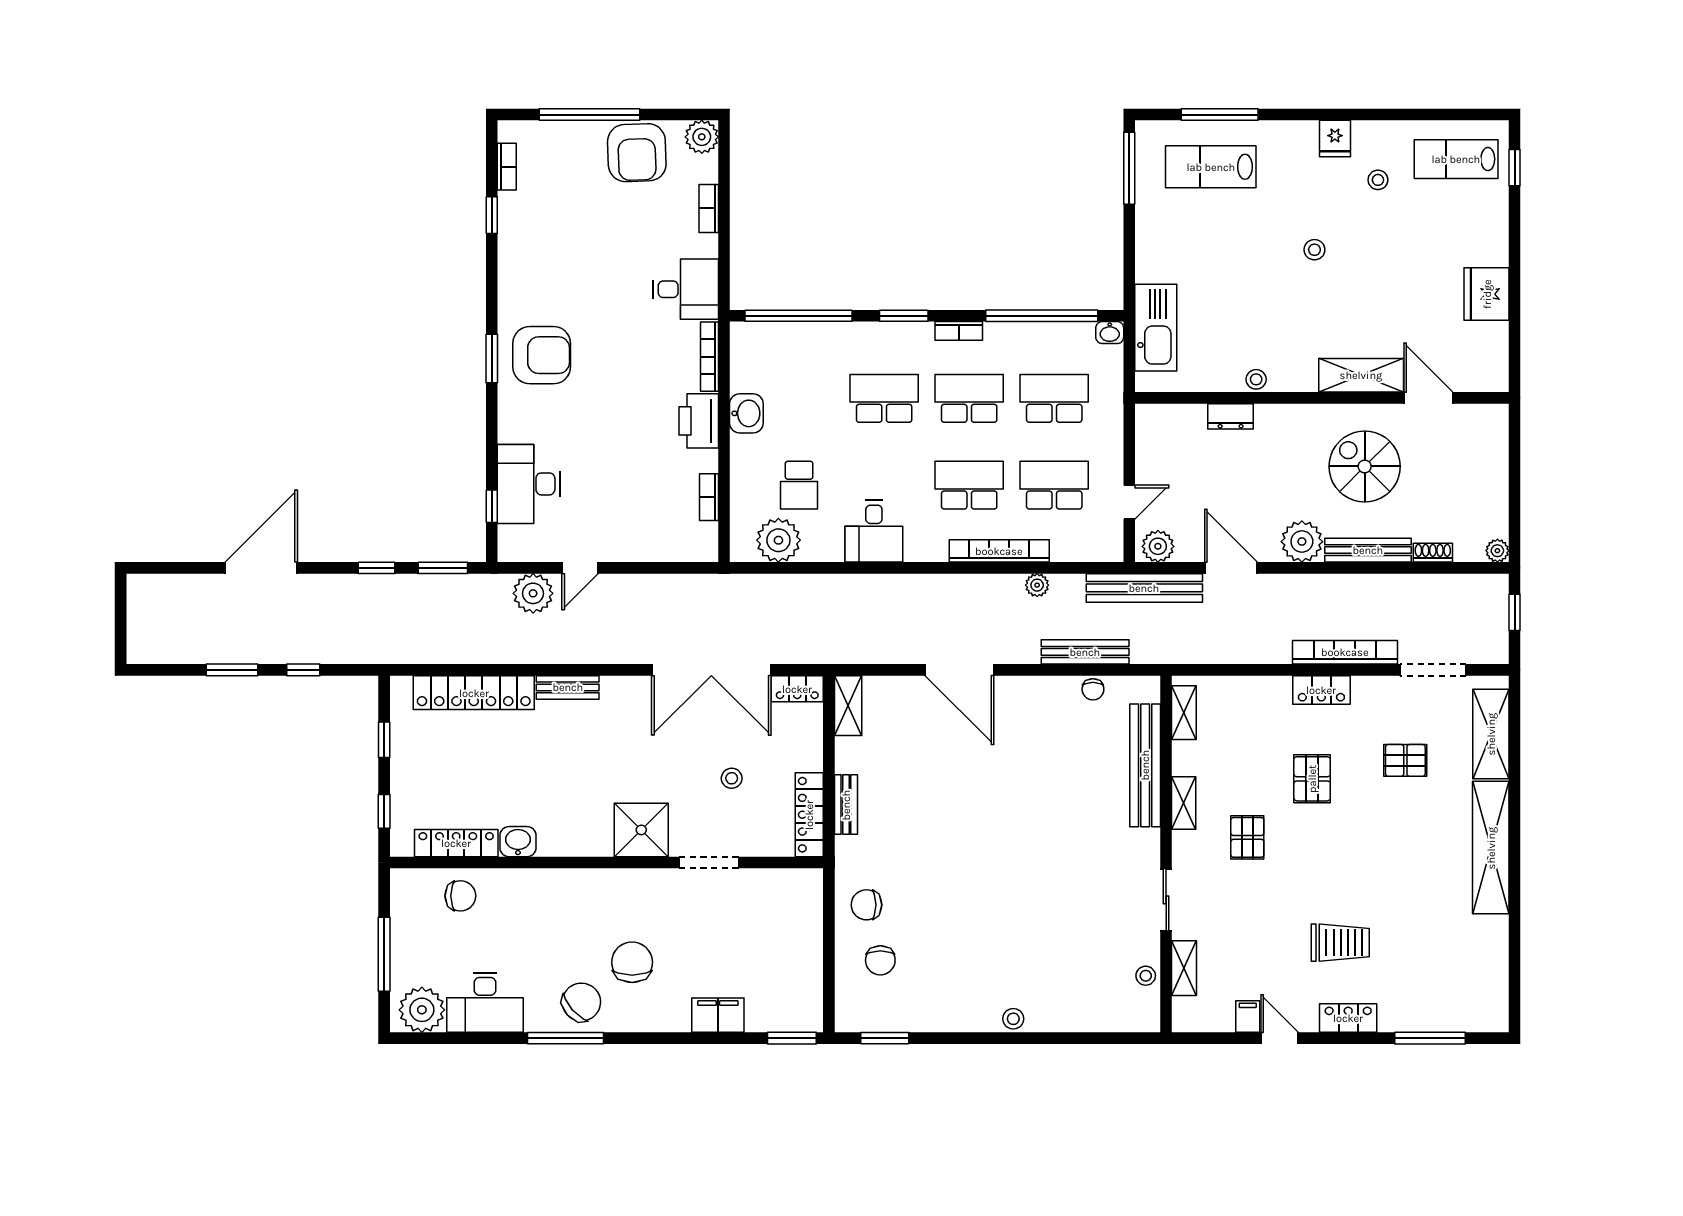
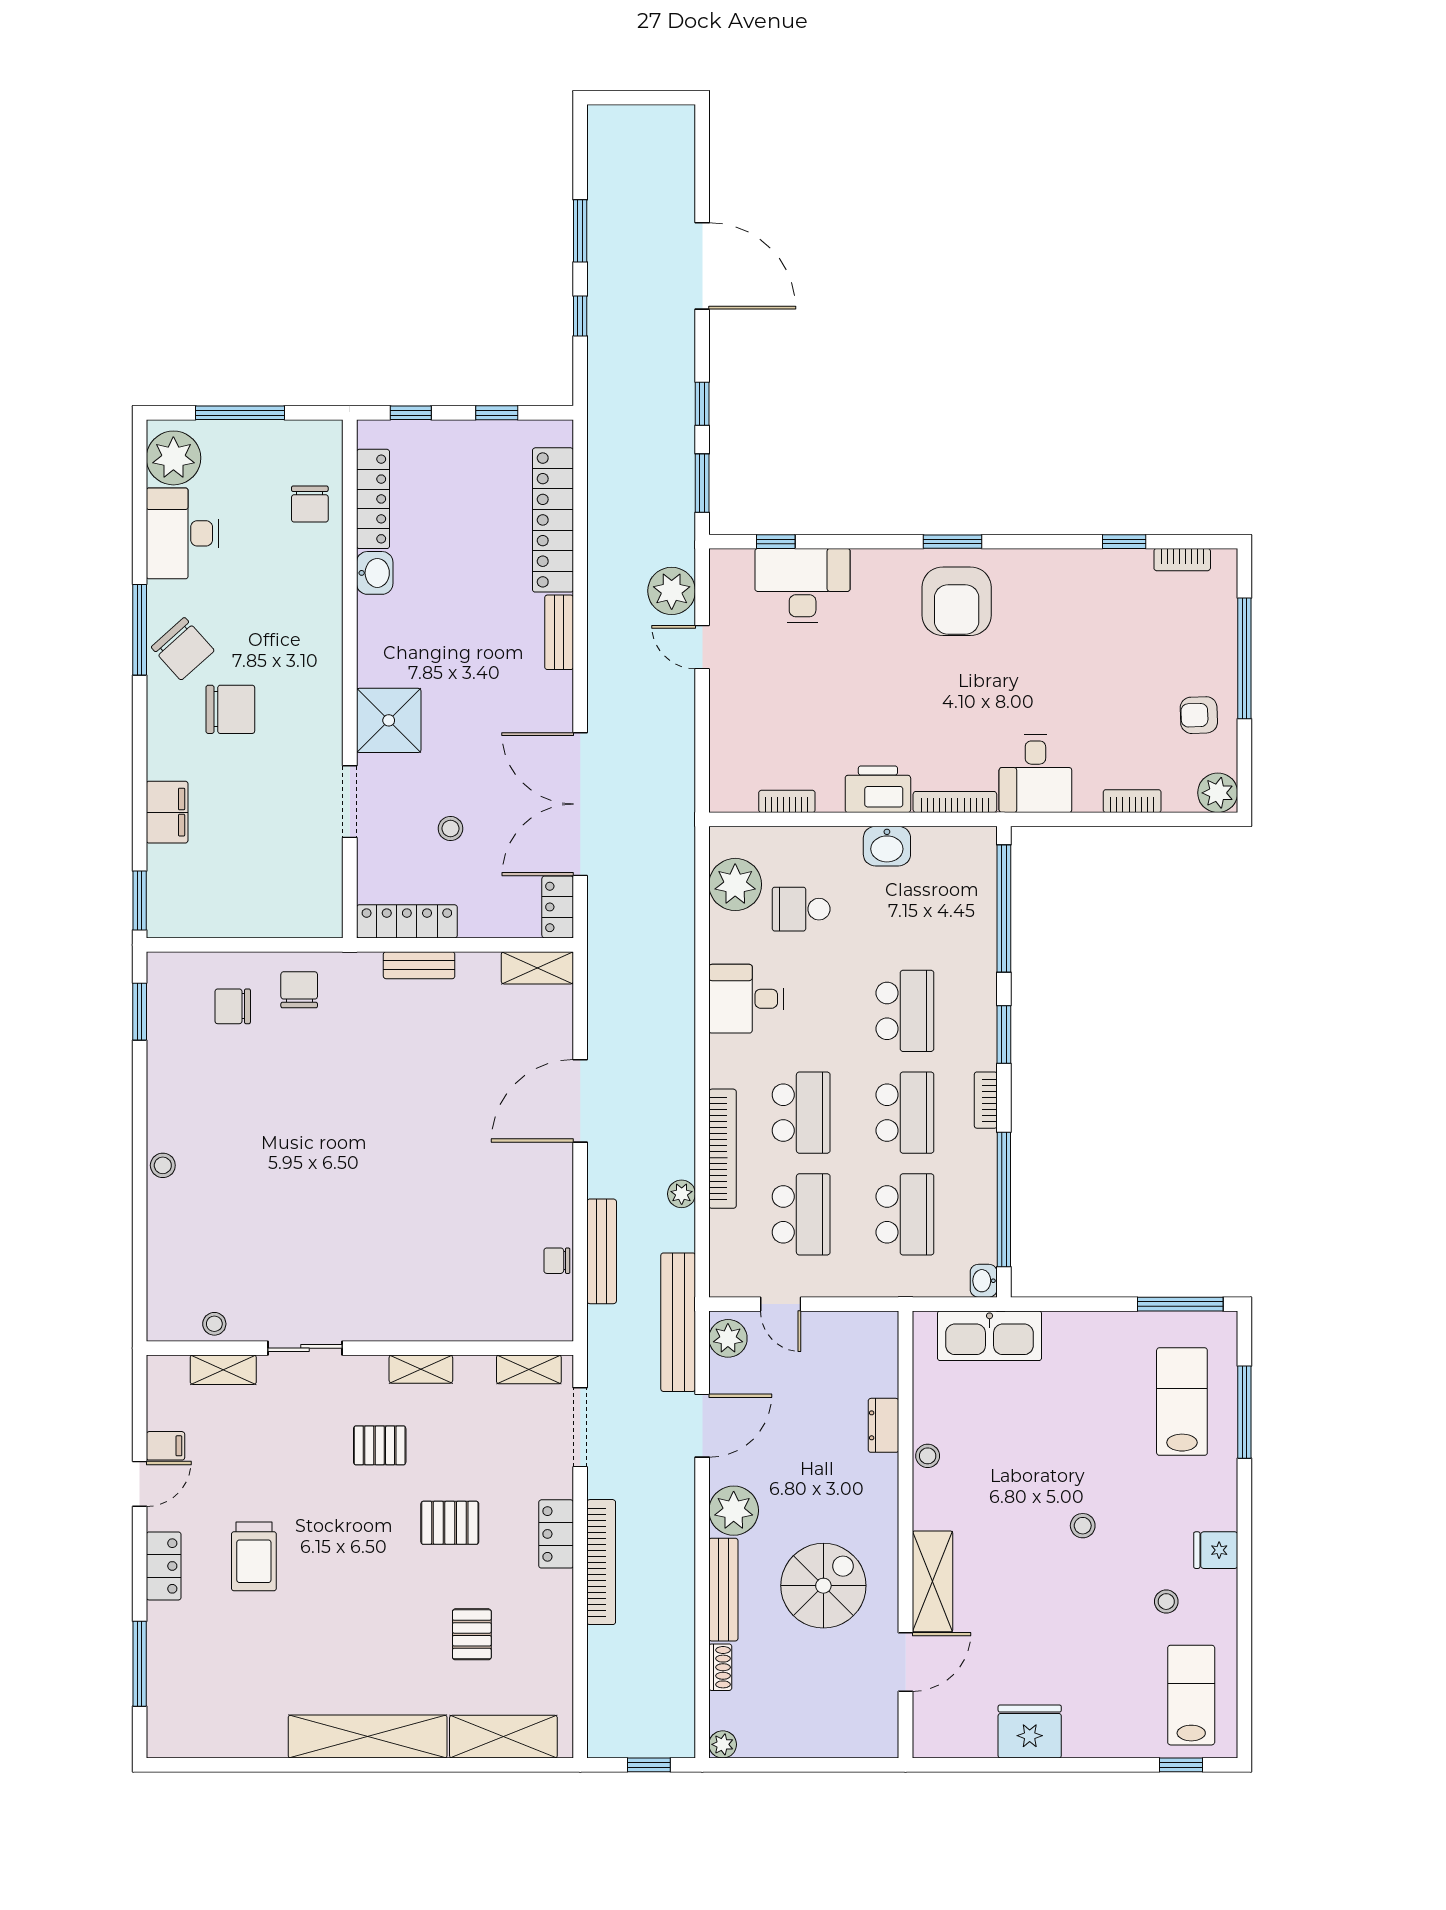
armchair: (637, 153) -> (1199, 715), width x0.53, depth x0.53
doorway: (1433, 670) -> (580, 1427), moved
bench: (1145, 765) -> (466, 1323), removed

